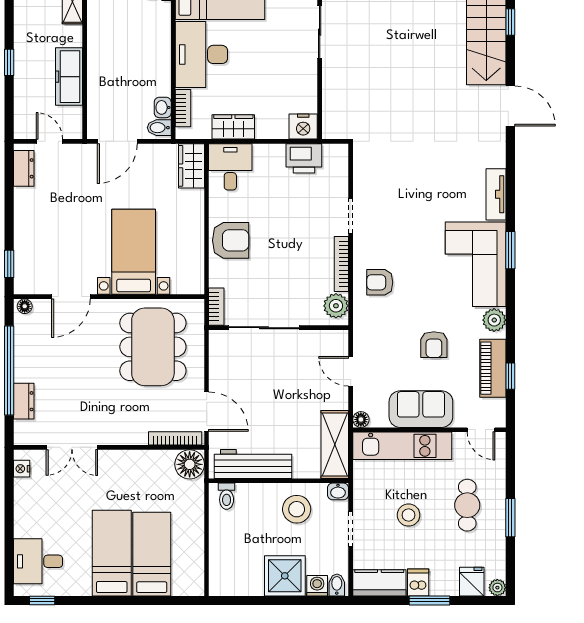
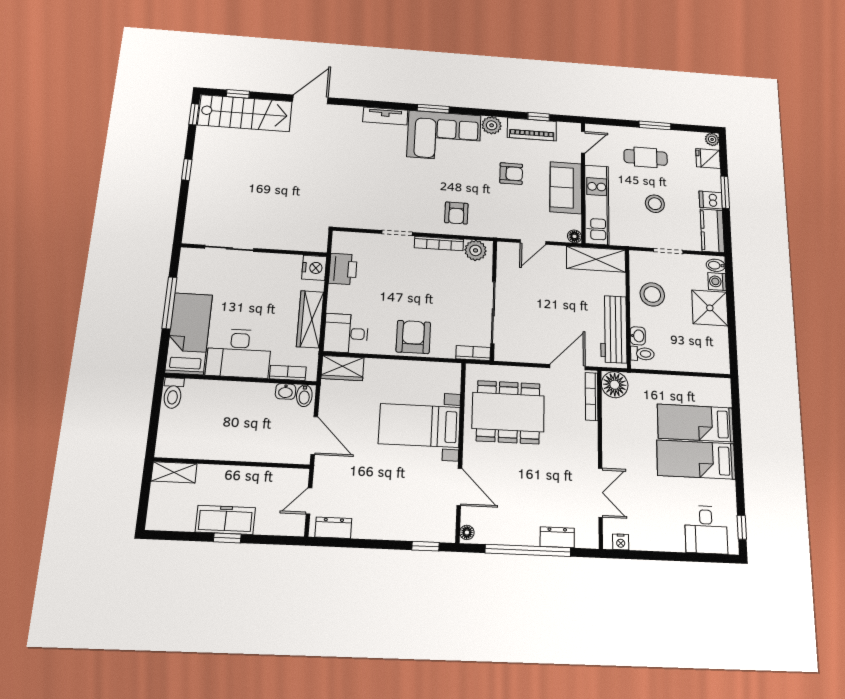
freezer: (69, 77) -> (225, 520), moved, turned 180
wardrobe: (233, 127) -> (310, 319), width x1.50
washbasin: (338, 491) -> (638, 336), moved

